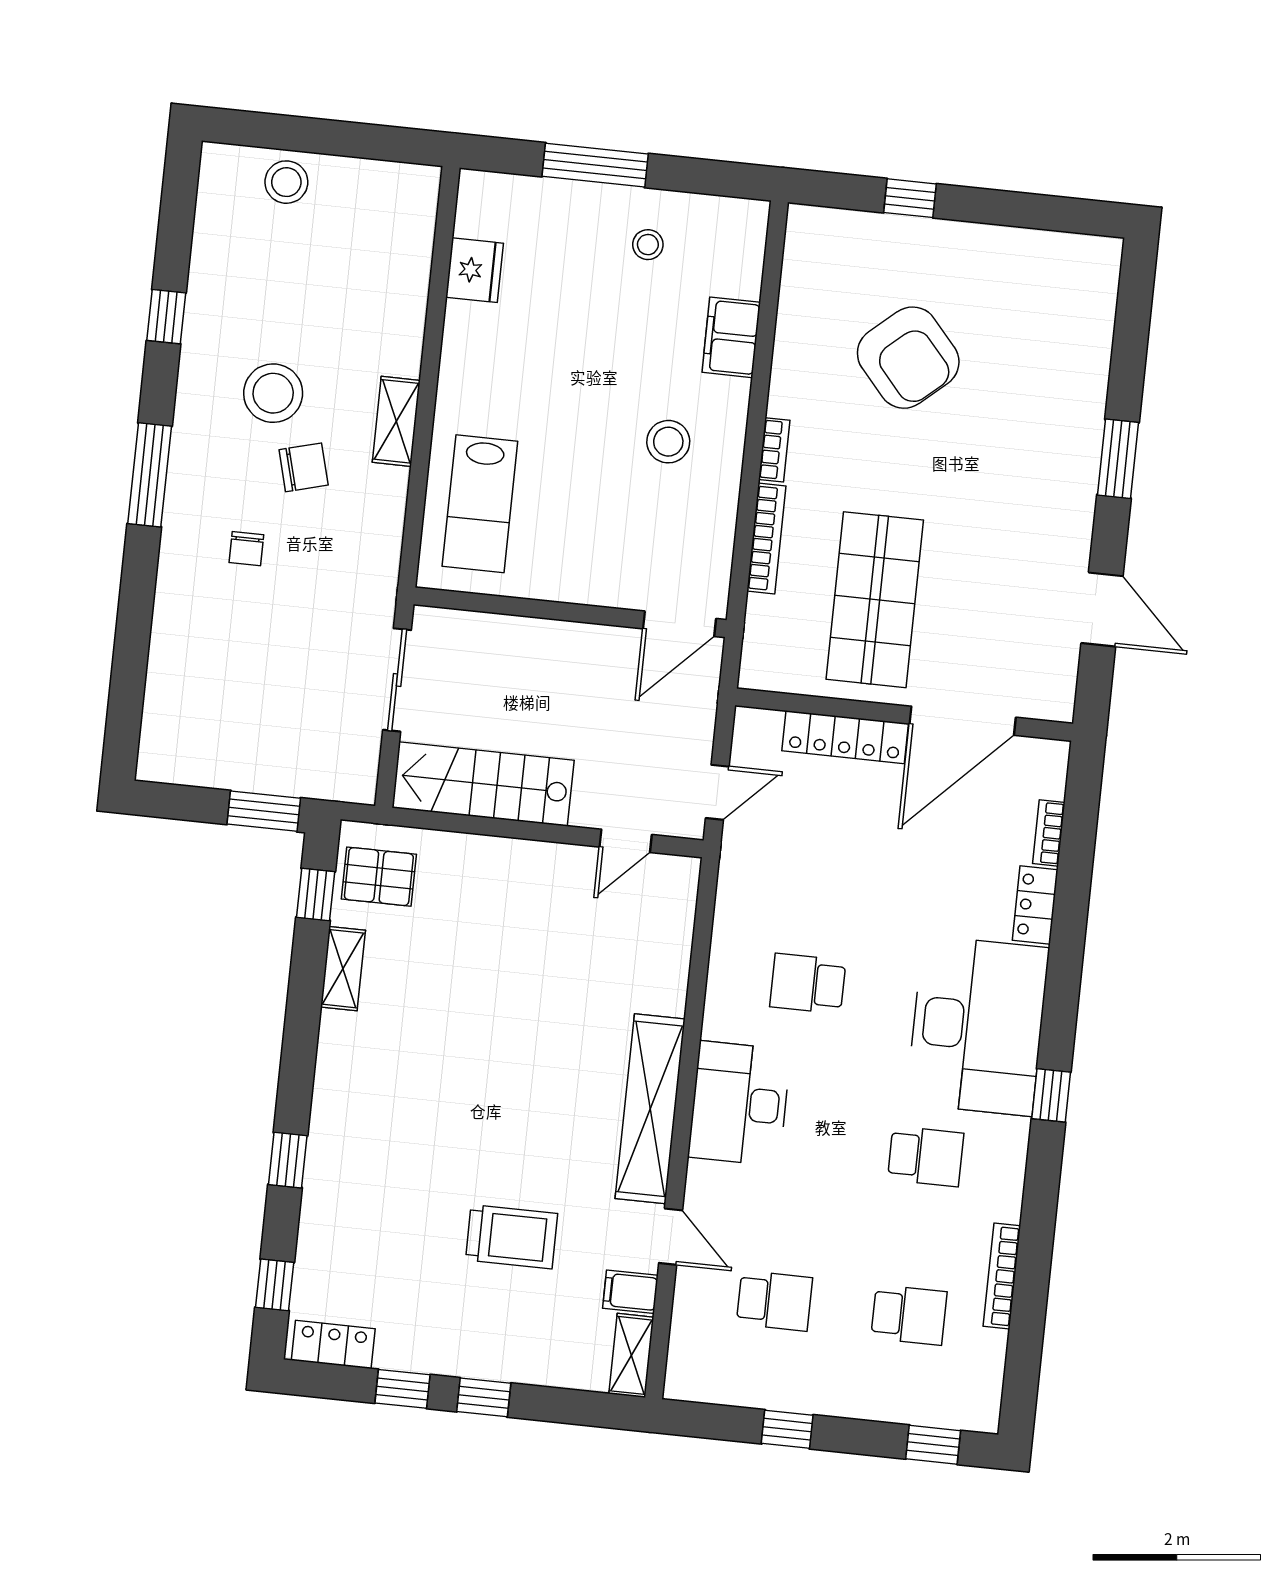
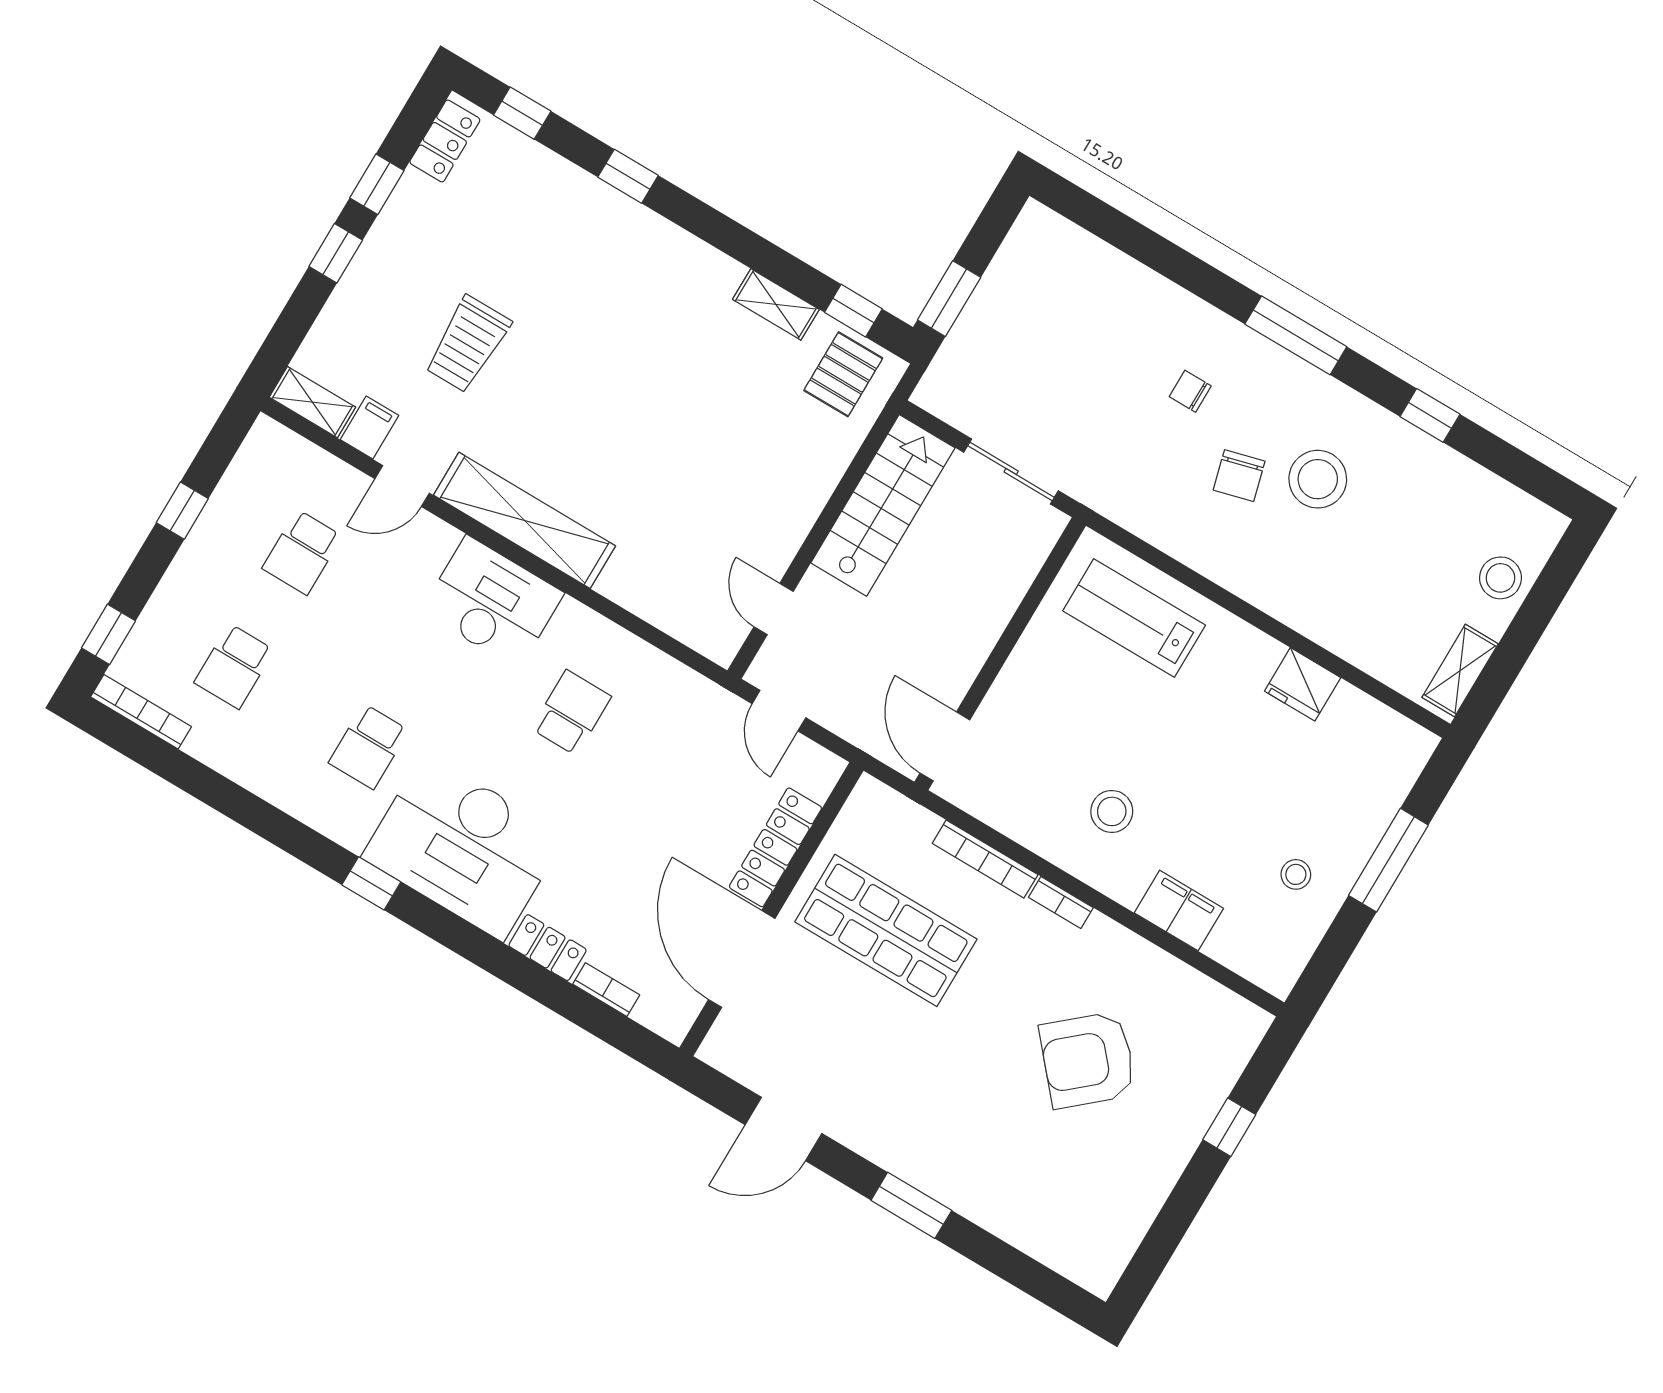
fridge: (474, 270) -> (1303, 684), moved
shelving: (396, 421) -> (1460, 671), moved, turned 90
bookcase: (1002, 1276) -> (141, 712), moved

